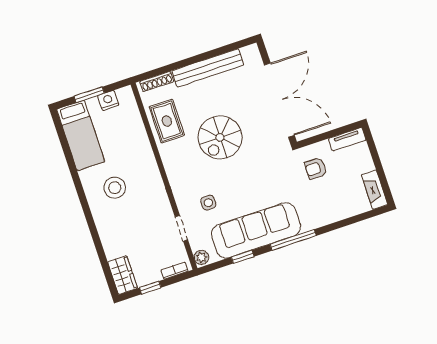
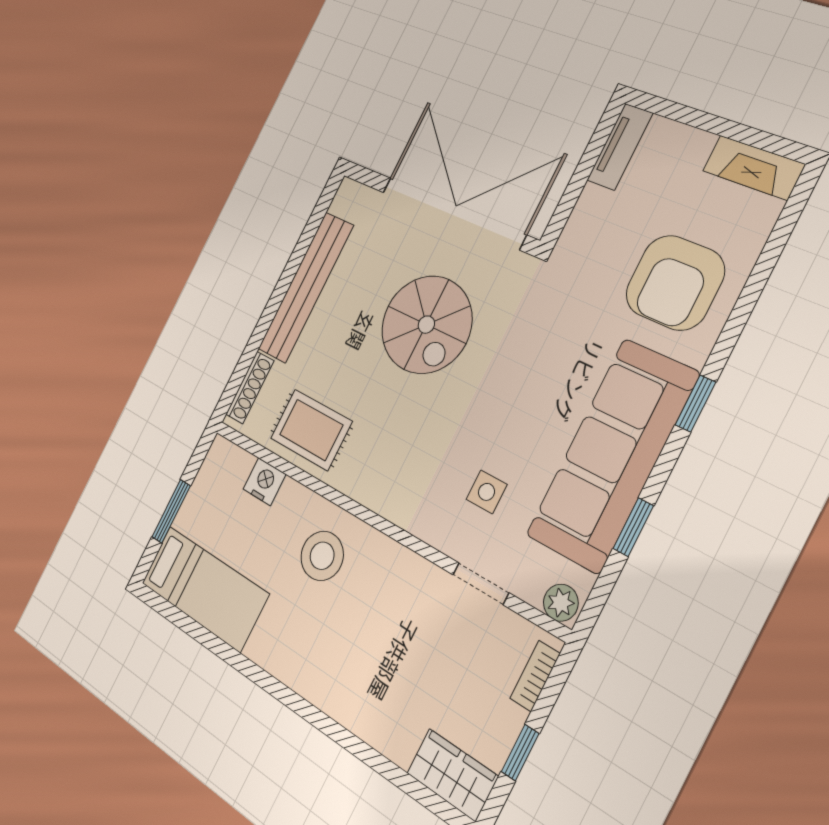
nightstand: (108, 100) -> (264, 482), moved, turned 90
spiral stairs: (220, 137) -> (426, 325), moved
armchair: (316, 168) -> (675, 283), moved, width x1.88, depth x1.88
stool: (115, 188) -> (322, 556), moved
window: (293, 240) -> (695, 404), width x0.46

